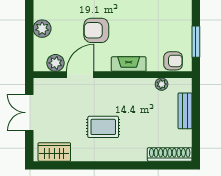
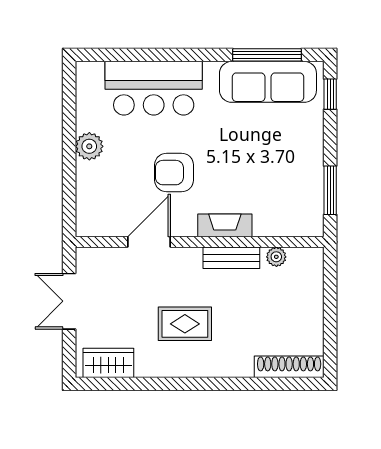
plant: (42, 29) -> (89, 146), moved
armchair: (173, 61) -> (294, 220), removed
plant: (56, 63) -> (110, 224), removed
bench: (185, 111) -> (231, 258), moved, turned 90

